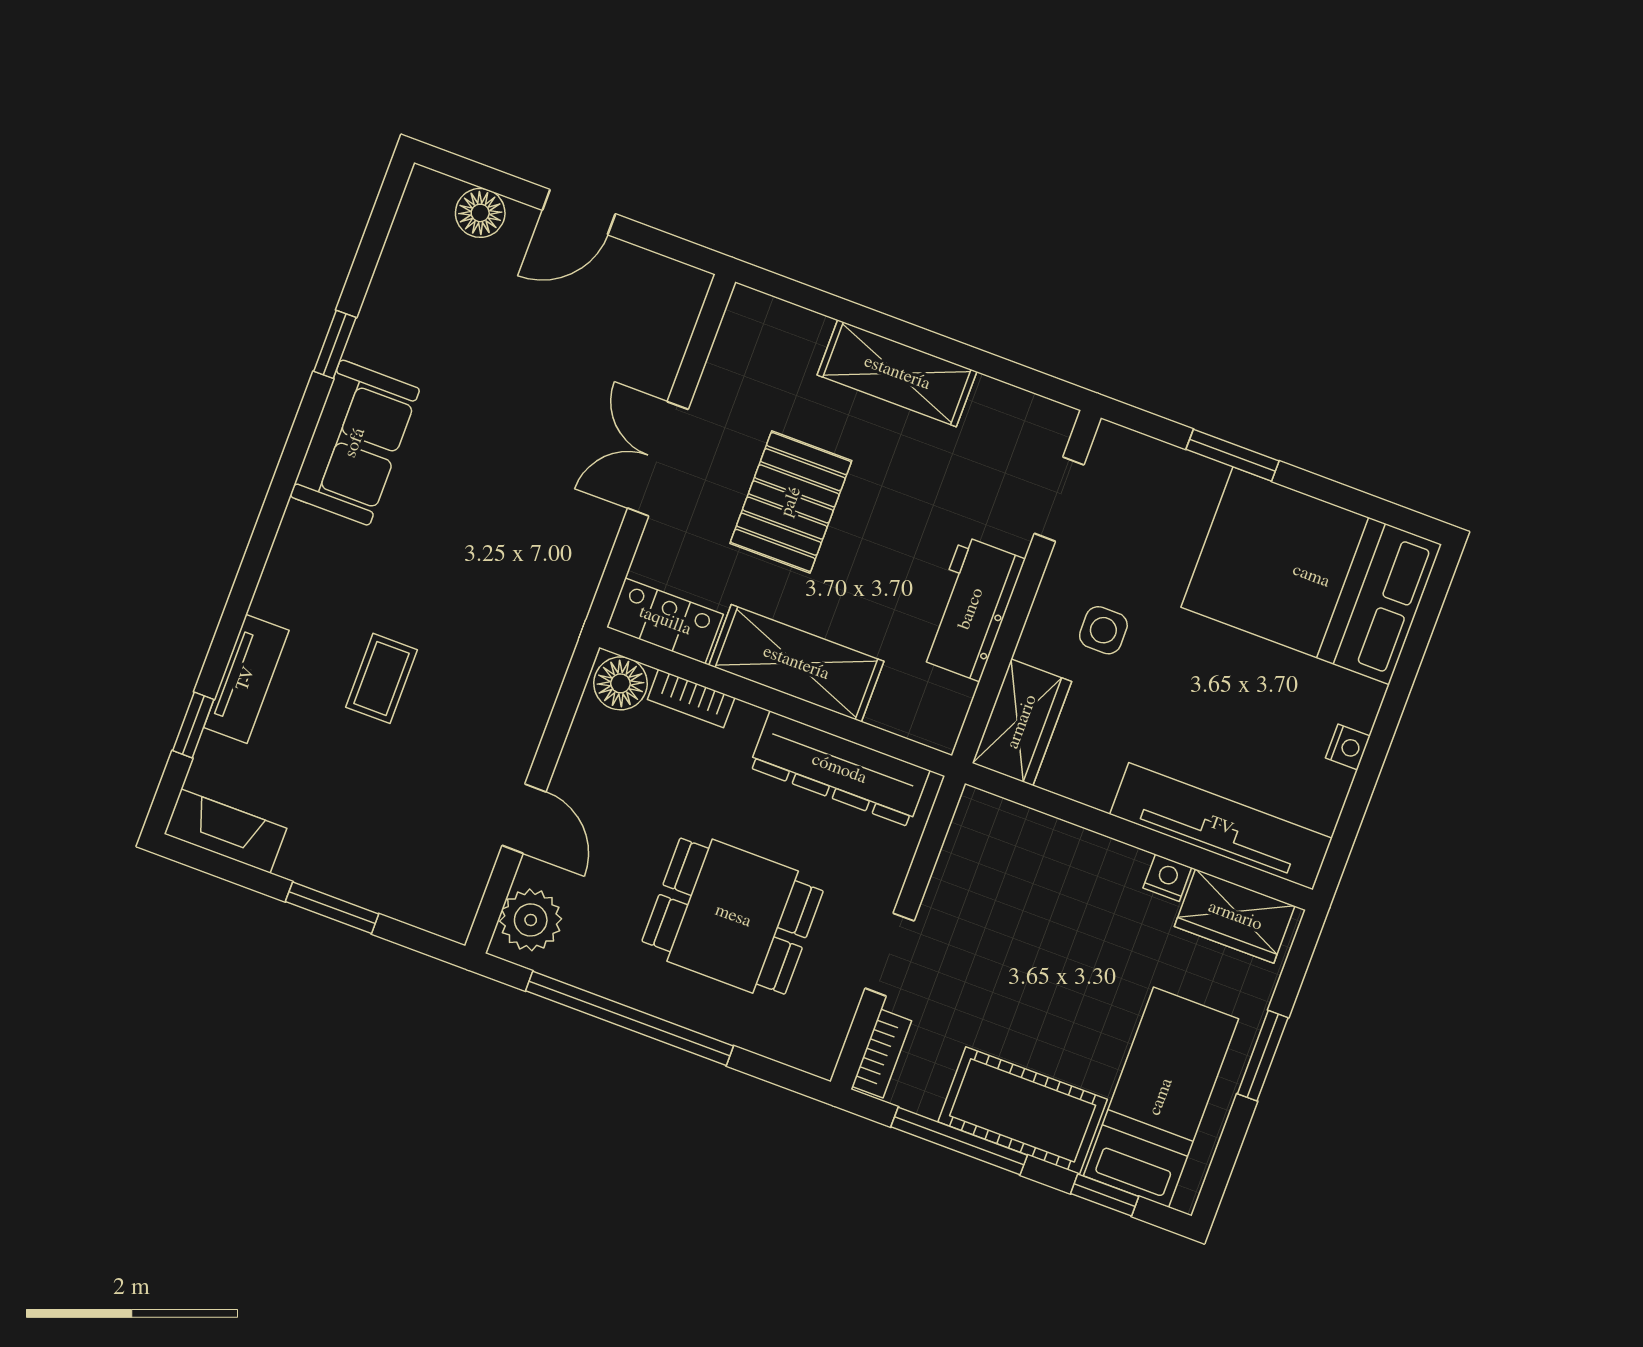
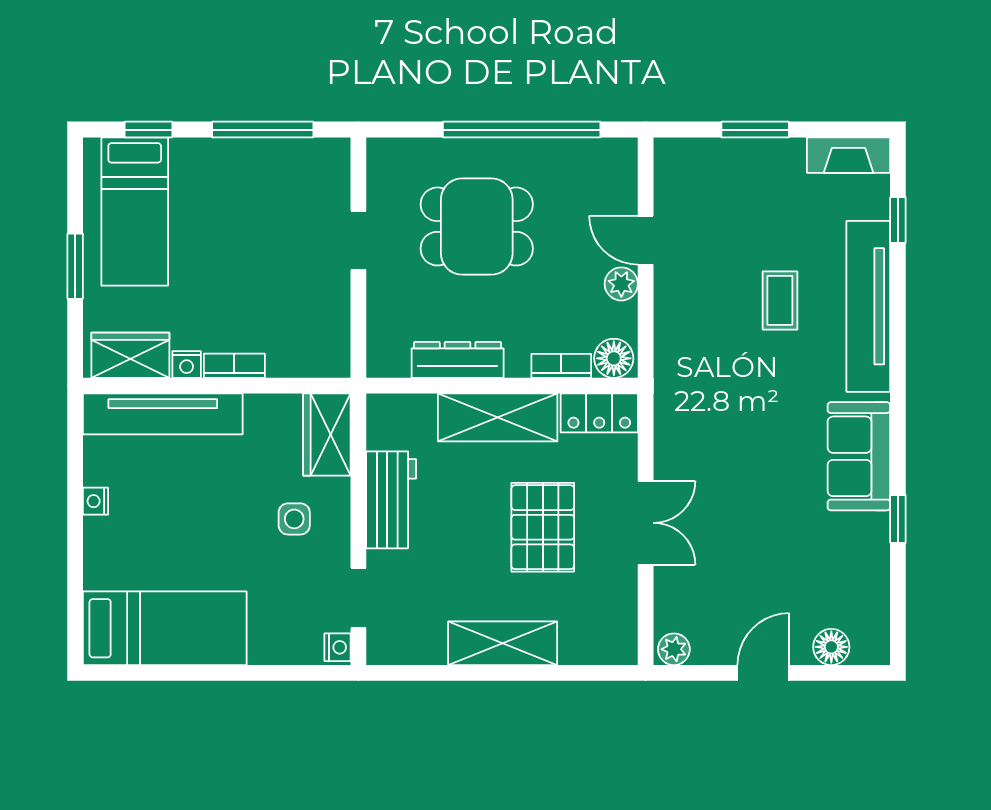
plant: (682, 285) -> (674, 649), added
nightstand: (1109, 446) -> (338, 647), added
window: (1233, 455) -> (250, 673), removed
bed: (1311, 576) -> (165, 628), width x0.67
tv unit: (246, 679) -> (868, 306), width x1.92, depth x1.29
dresser: (839, 769) -> (458, 360), width x0.73, depth x0.80
plant: (531, 920) -> (621, 284), moved, width x0.73, depth x0.73
bookcase: (882, 1054) -> (234, 366), moved, turned 90
cot: (1023, 1110) -> (227, 167), removed

